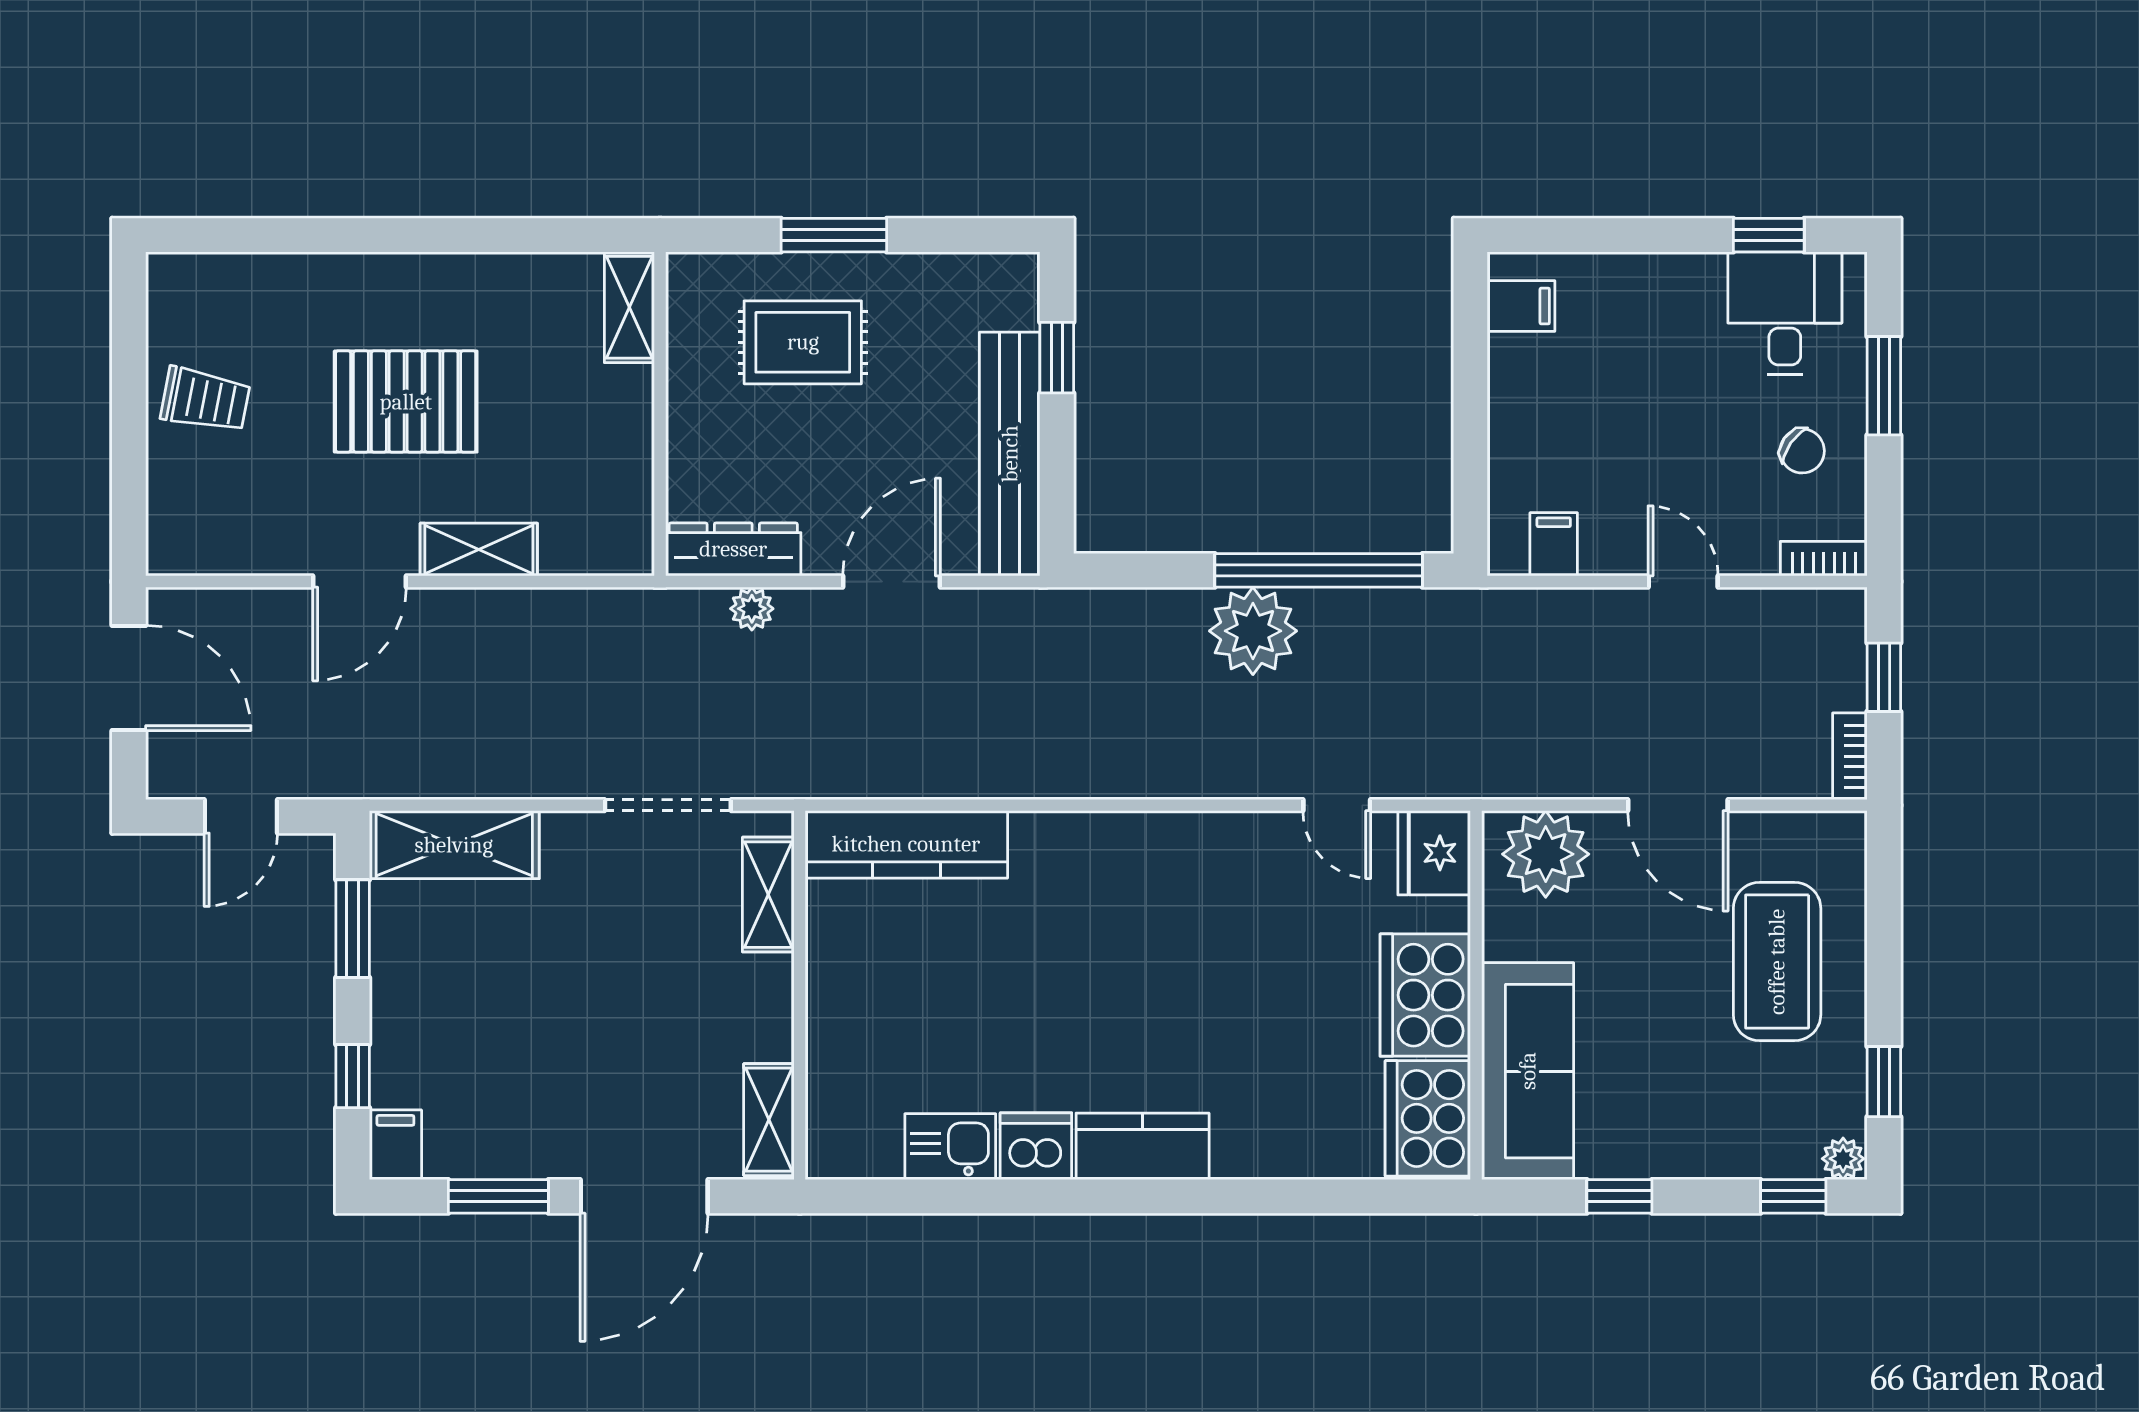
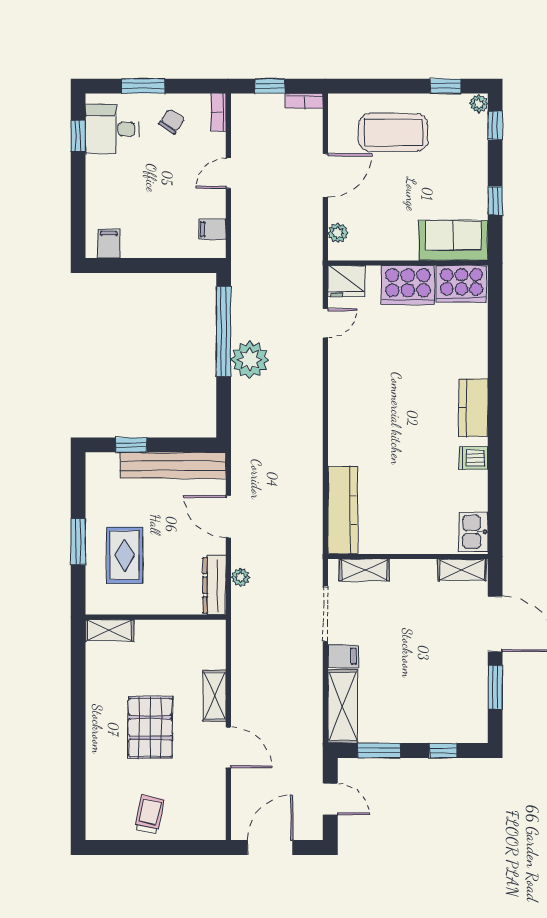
plant: (1546, 854) -> (338, 233), width x0.53, depth x0.53
sofa: (1528, 1071) -> (453, 241), width x0.73
filing cabinet: (395, 1145) -> (343, 656), moved, turned 180
dishwasher: (1036, 1146) -> (473, 458), width x0.73
kitchen sink: (950, 1147) -> (474, 532), moved

